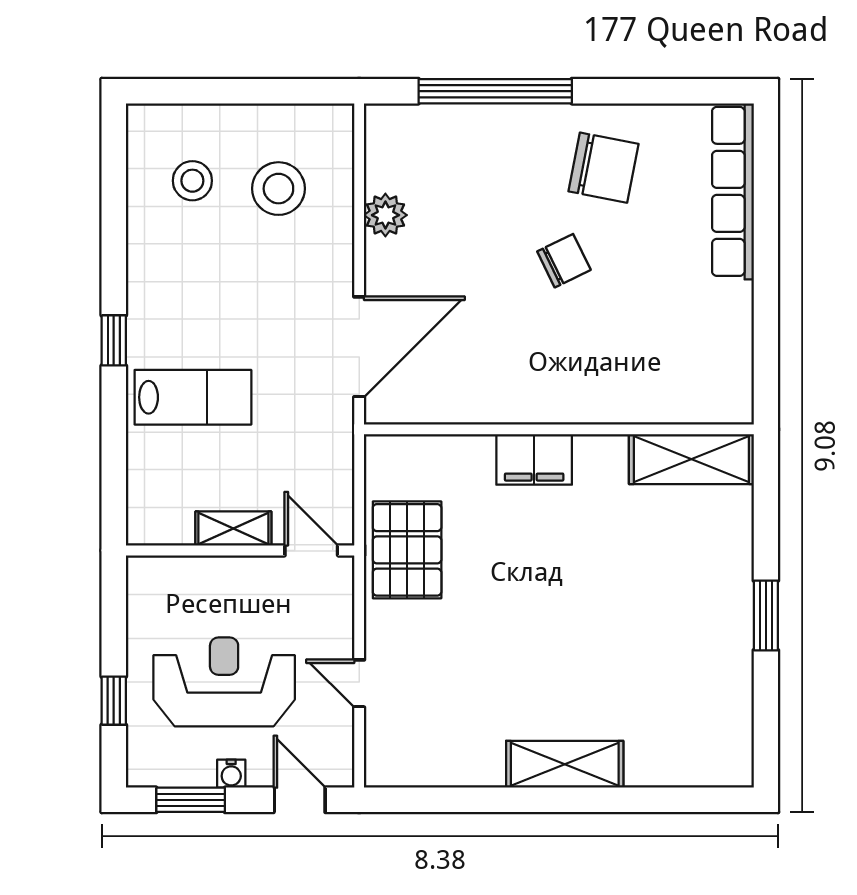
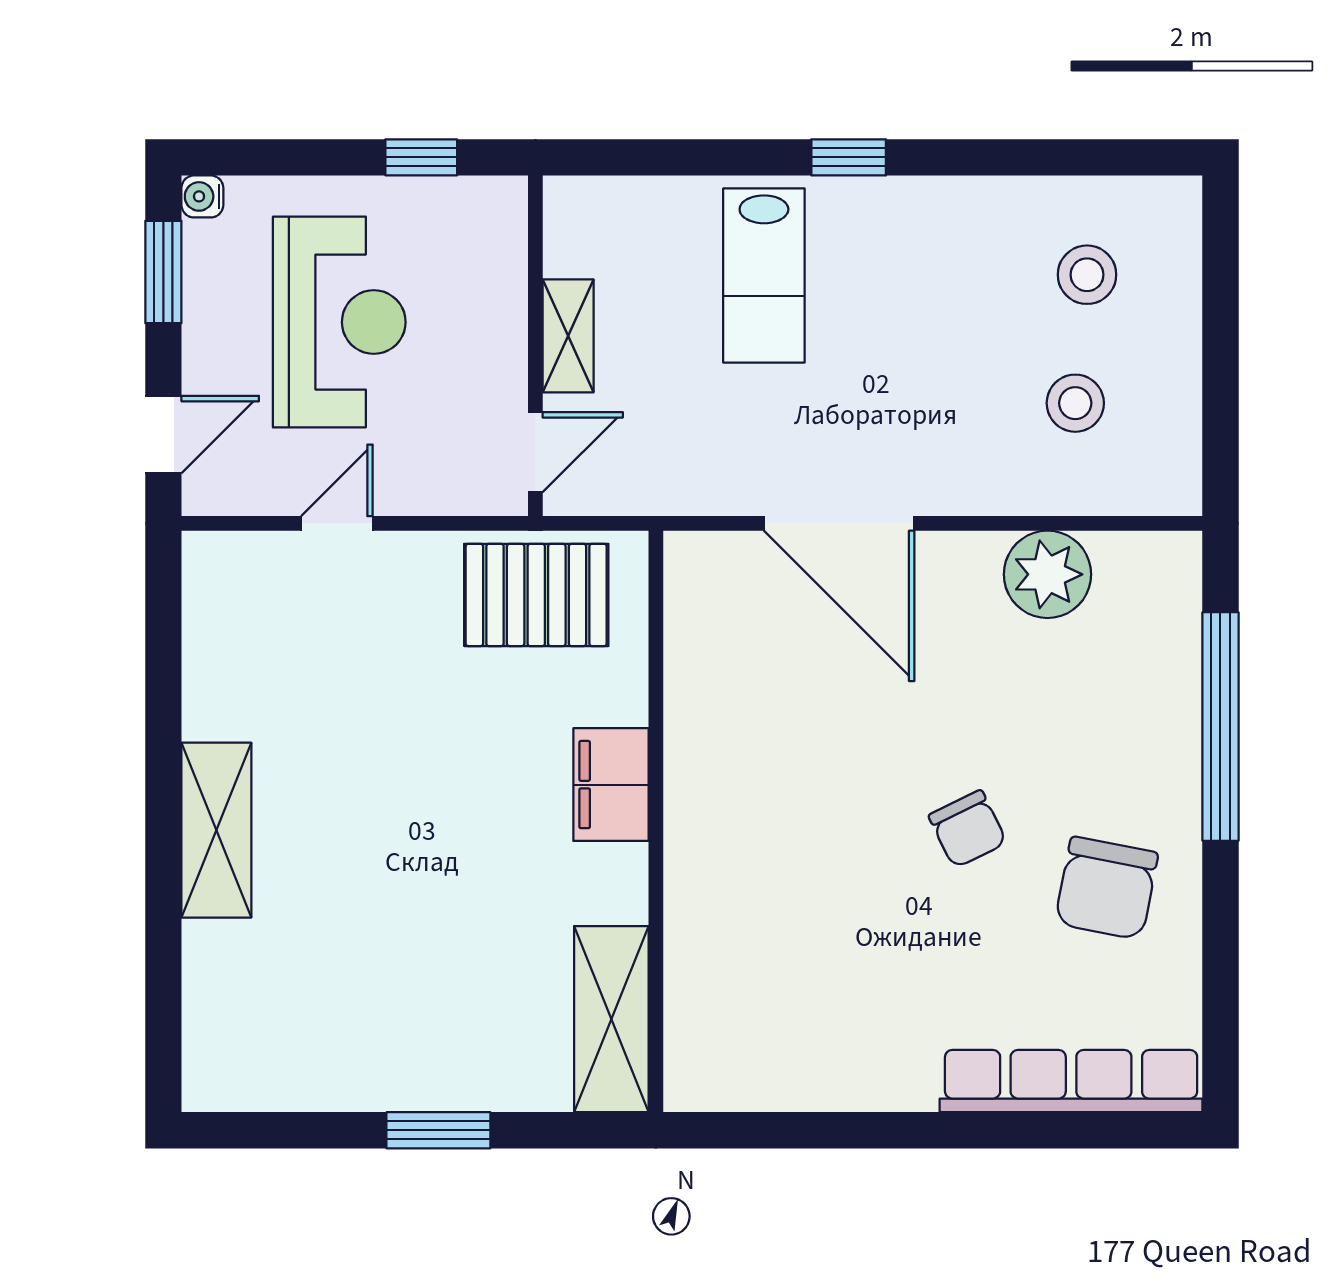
stool: (278, 189) -> (1075, 403), width x0.73, depth x0.73
plant: (385, 215) -> (1047, 574), width x1.36, depth x1.36
wall: (559, 429) -> (656, 821), moved
filing cabinet: (534, 459) -> (611, 785), moved
shelving: (691, 459) -> (611, 1019), moved
window: (114, 701) -> (421, 157), moved
water cooler: (231, 774) -> (202, 196), moved

